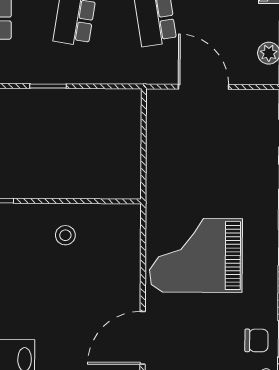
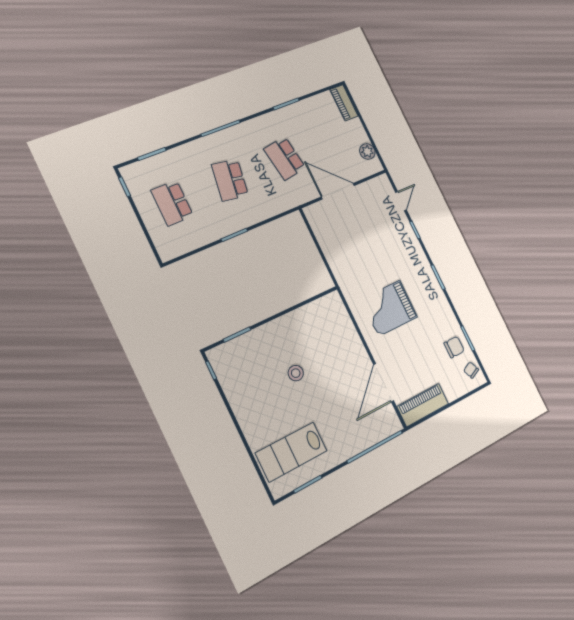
stool: (65, 235) -> (296, 373), moved
grand piano: (196, 255) -> (389, 308), width x0.73, depth x0.68

